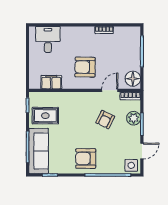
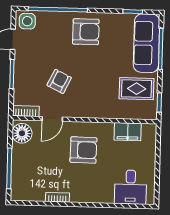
plant: (134, 118) -> (22, 82), removed

